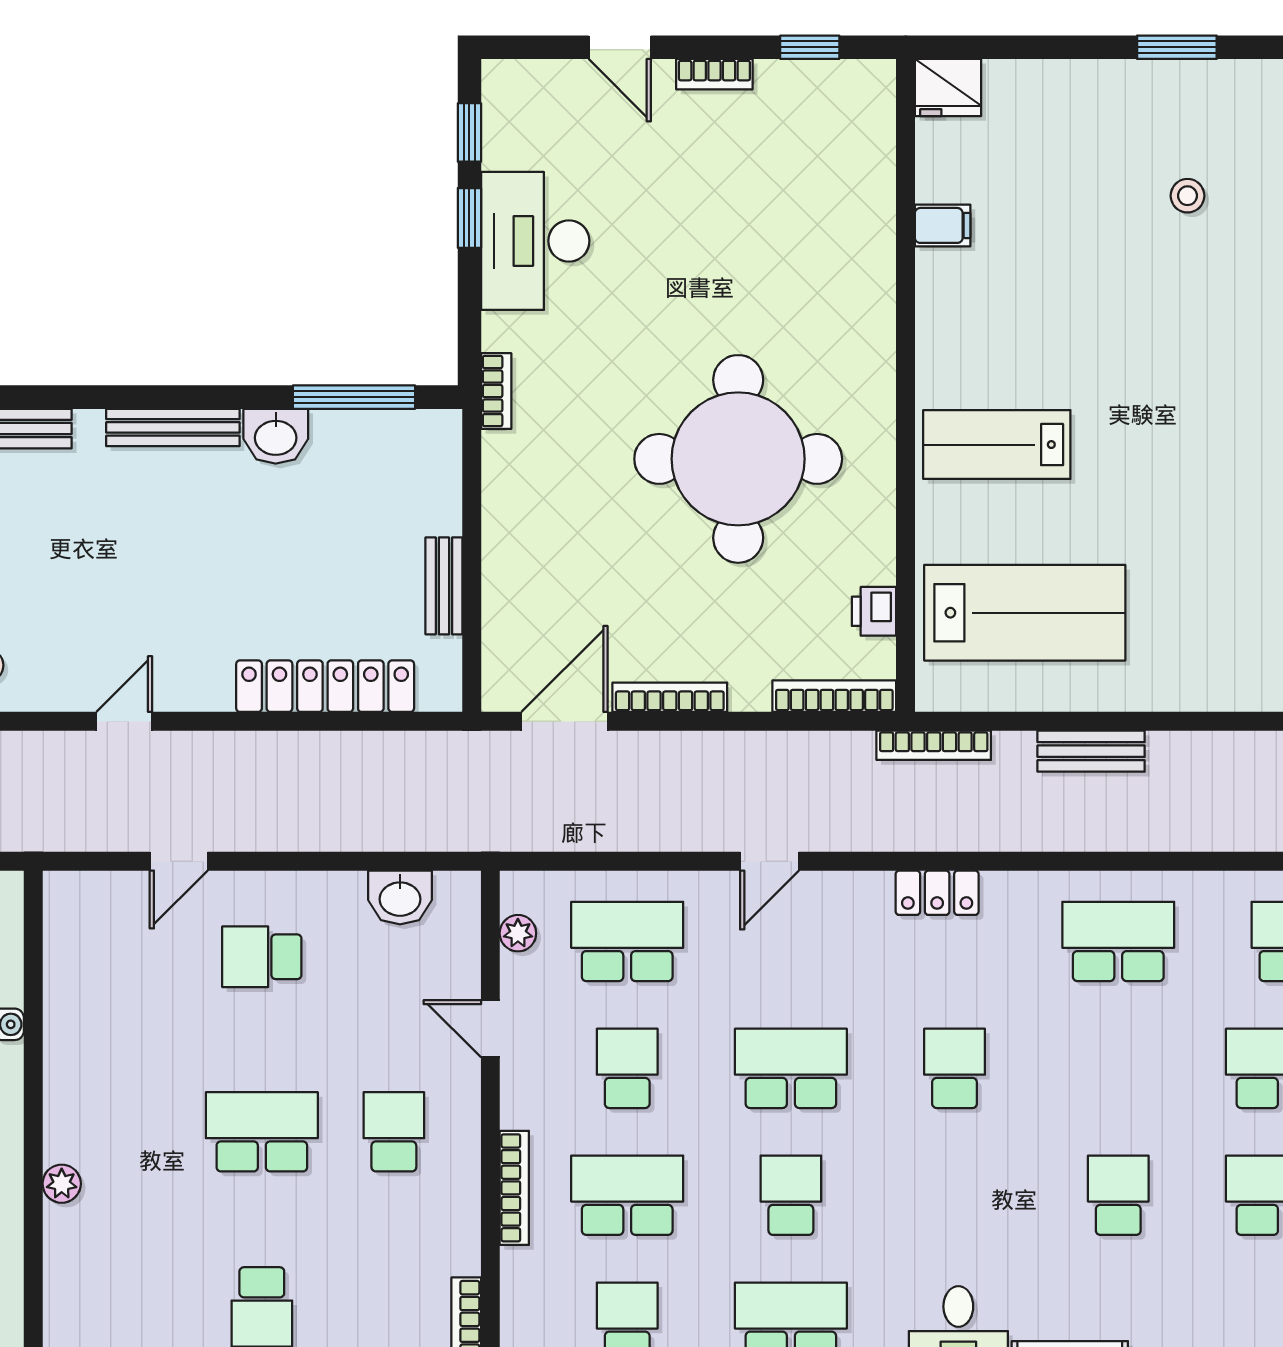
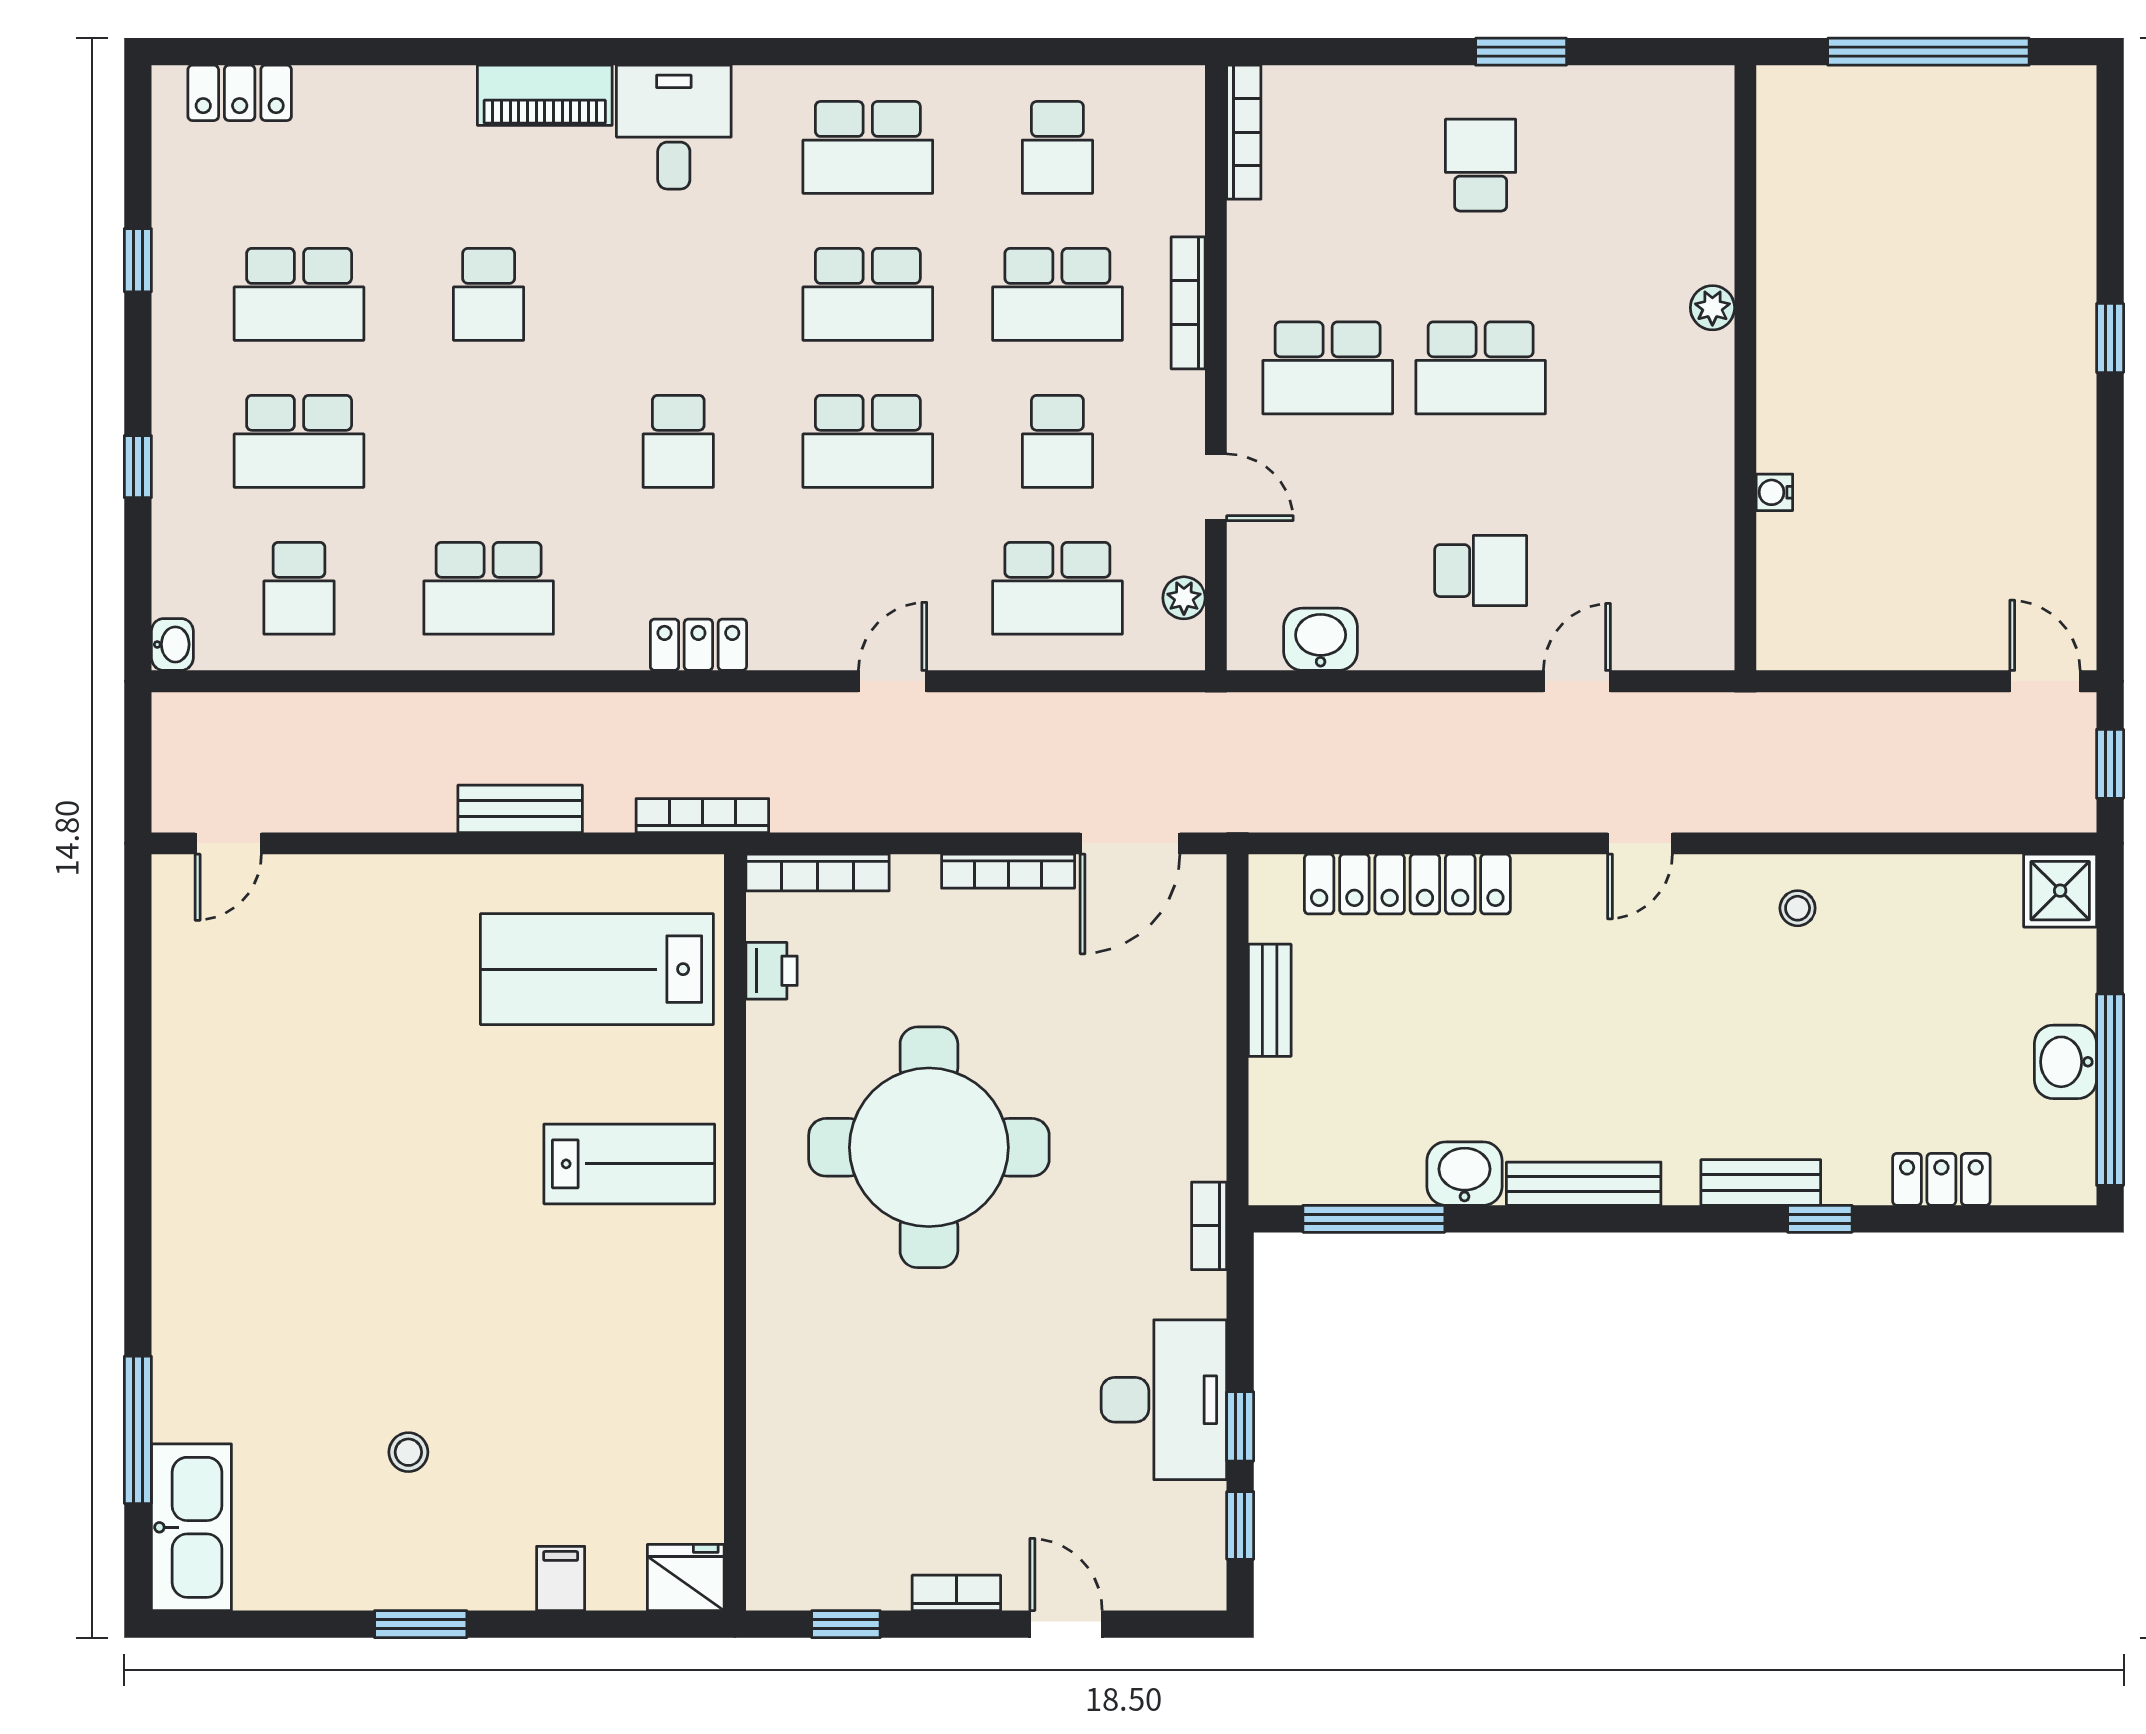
filing cabinet: (943, 225) -> (561, 1578), moved, turned 90
school desk: (394, 1132) -> (1328, 368), width x1.85
school desk: (791, 1195) -> (868, 294), width x1.85

